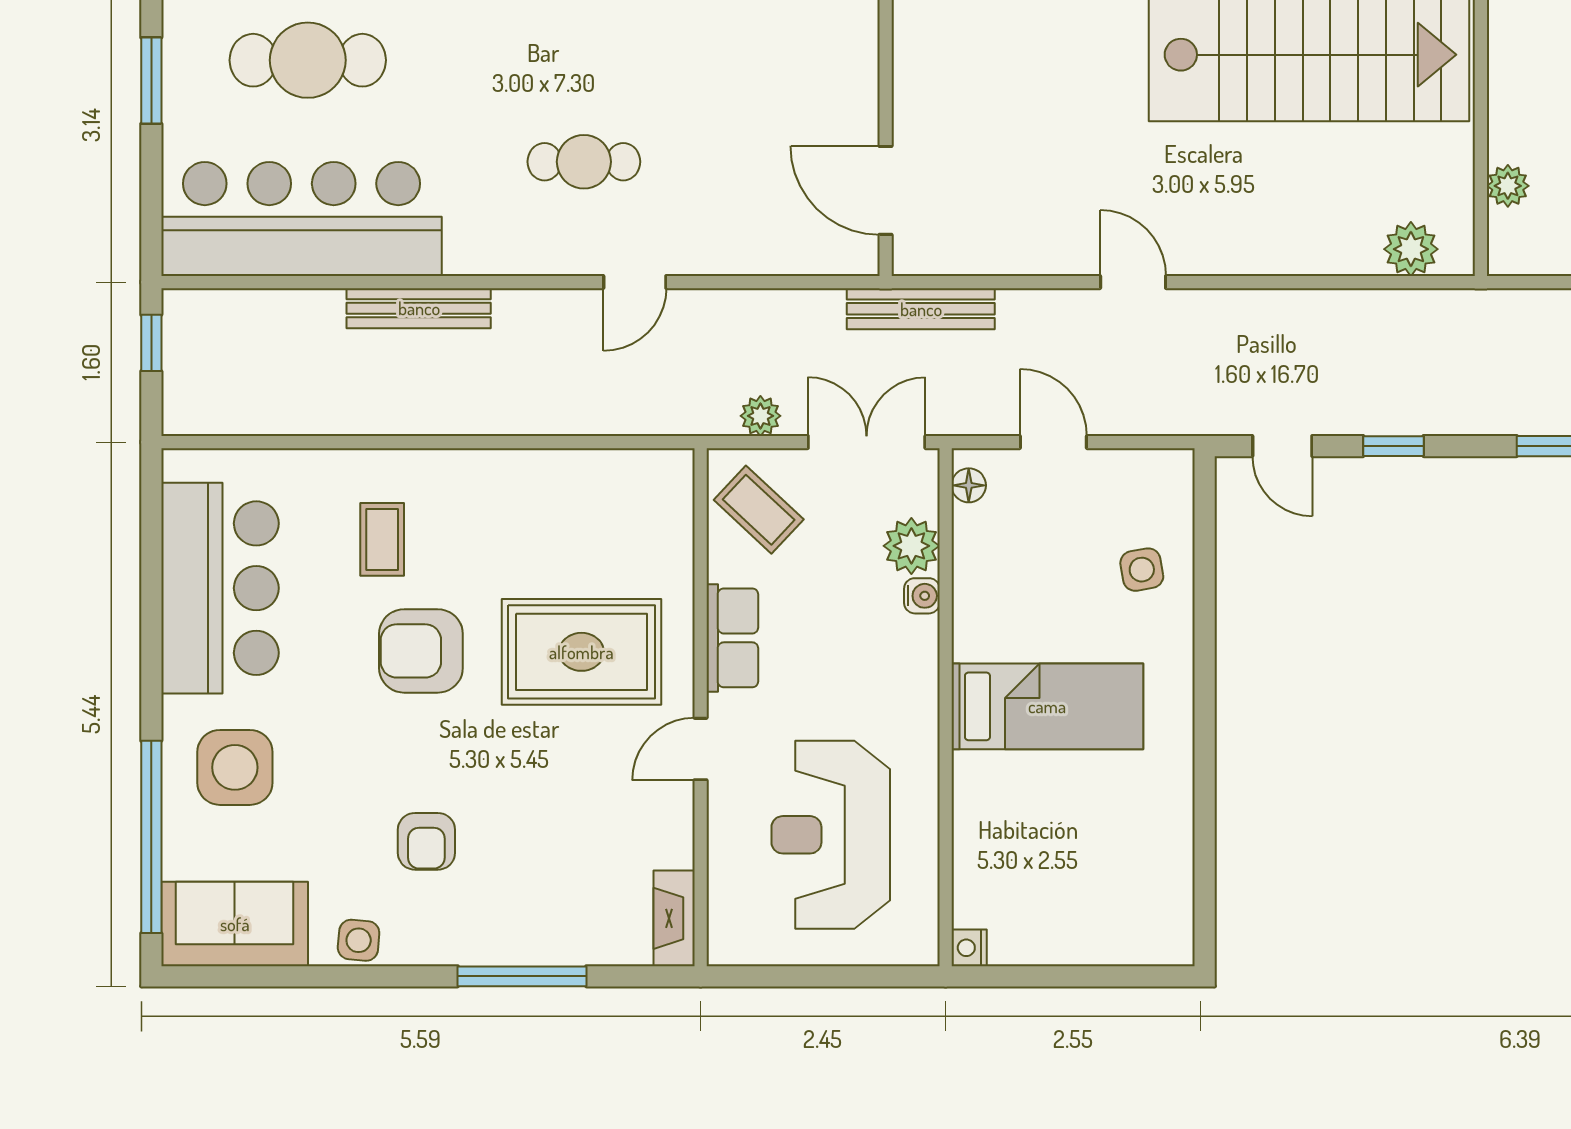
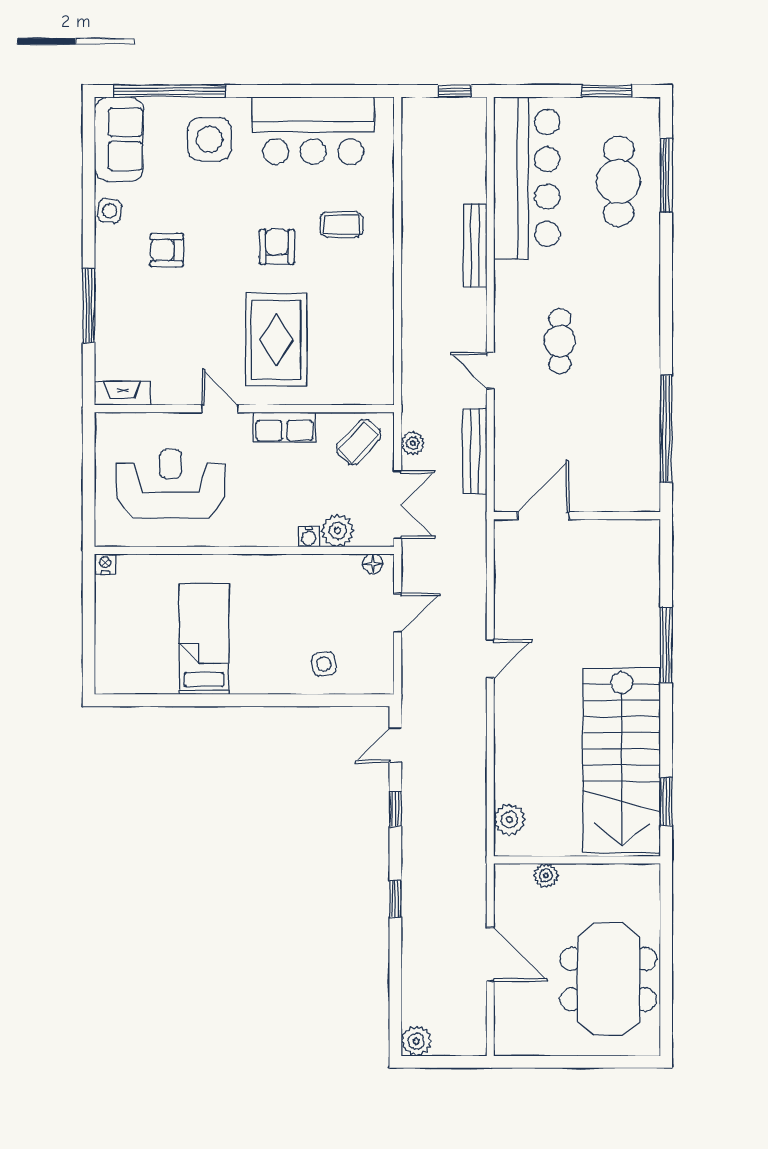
bench: (921, 309) -> (475, 451), moved
armchair: (421, 651) -> (277, 247), width x0.72, depth x0.72
bed: (1047, 706) -> (204, 639), moved, turned 180

